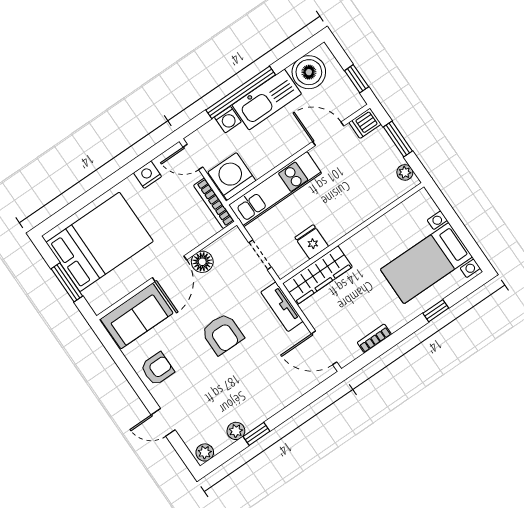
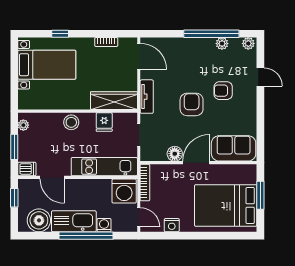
stool: (350, 215) -> (71, 122), added
armchair: (157, 369) -> (223, 91), moved
window: (256, 434) -> (211, 34), width x3.17

